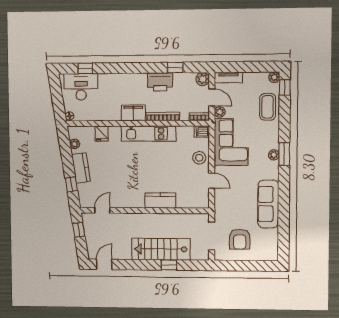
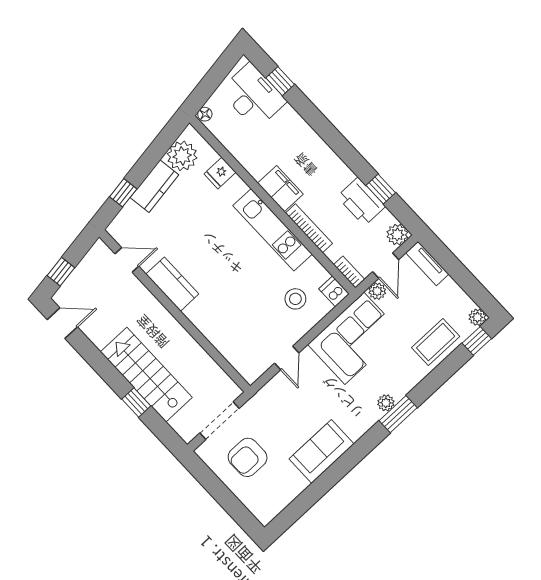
printer: (160, 82) -> (361, 202), moved
plant: (75, 144) -> (182, 156), width x1.88, depth x1.88
stool: (199, 158) -> (295, 299), moved
kitchen counter: (160, 201) -> (172, 284), moved
sofa: (268, 204) -> (322, 451), width x0.73
window: (79, 230) -> (61, 272), moved

